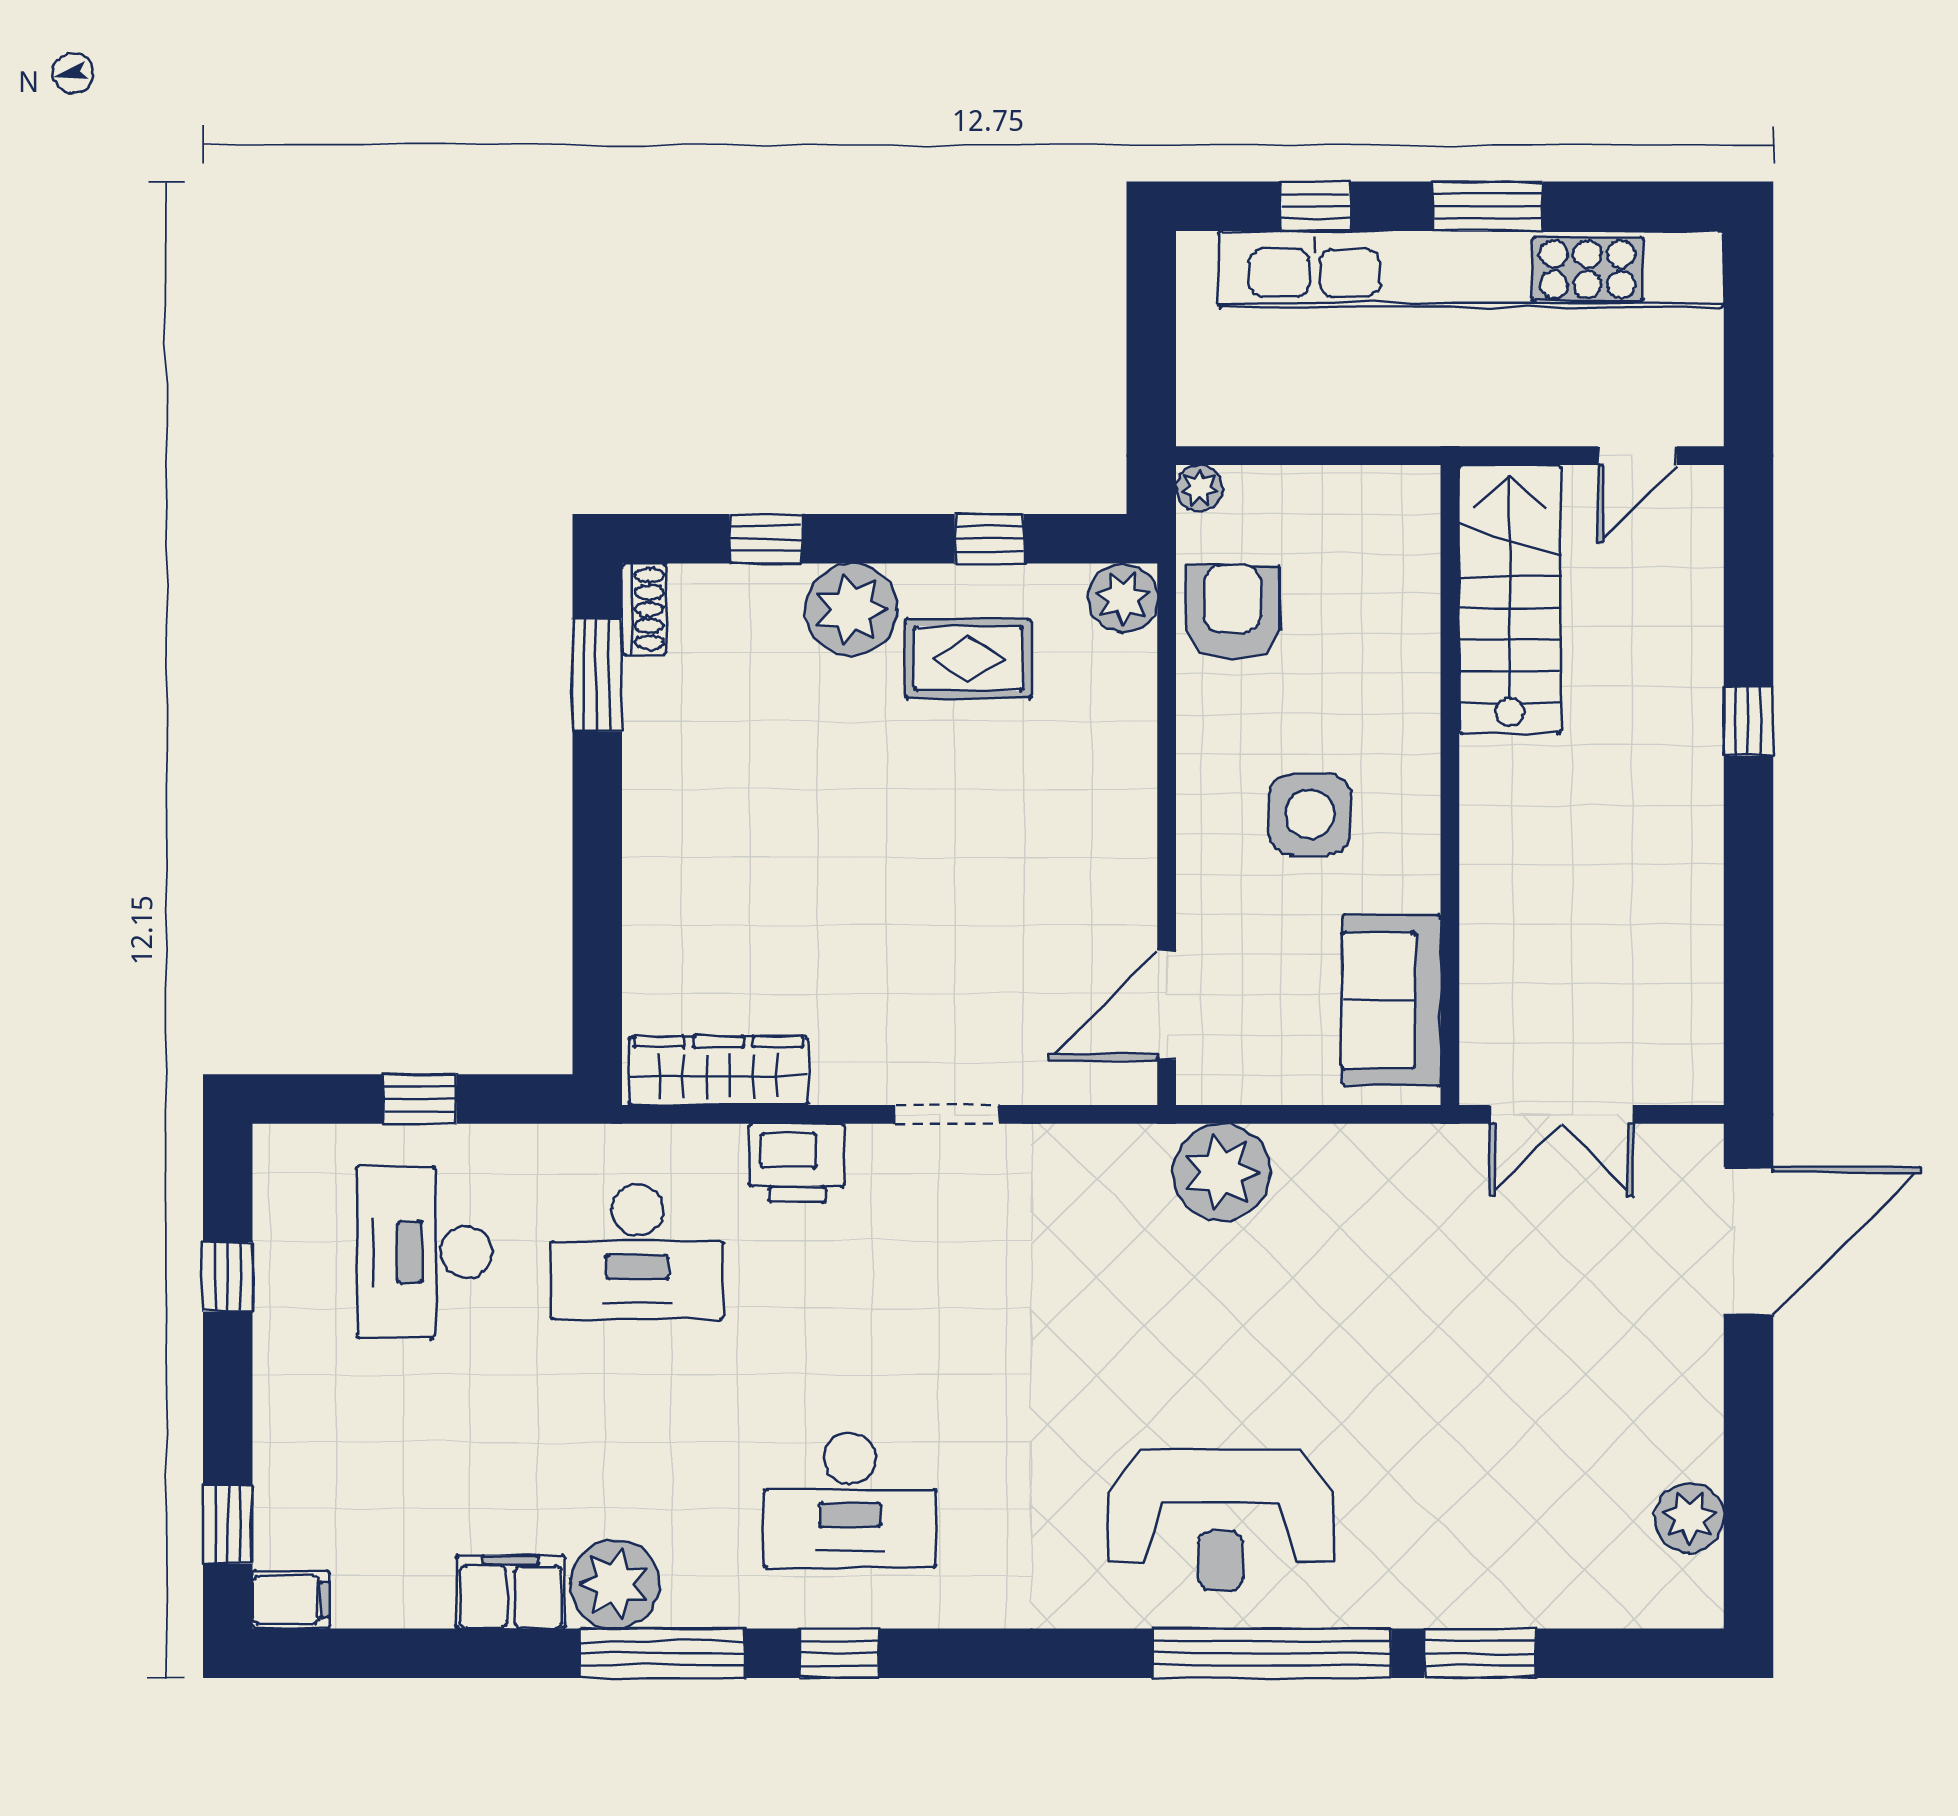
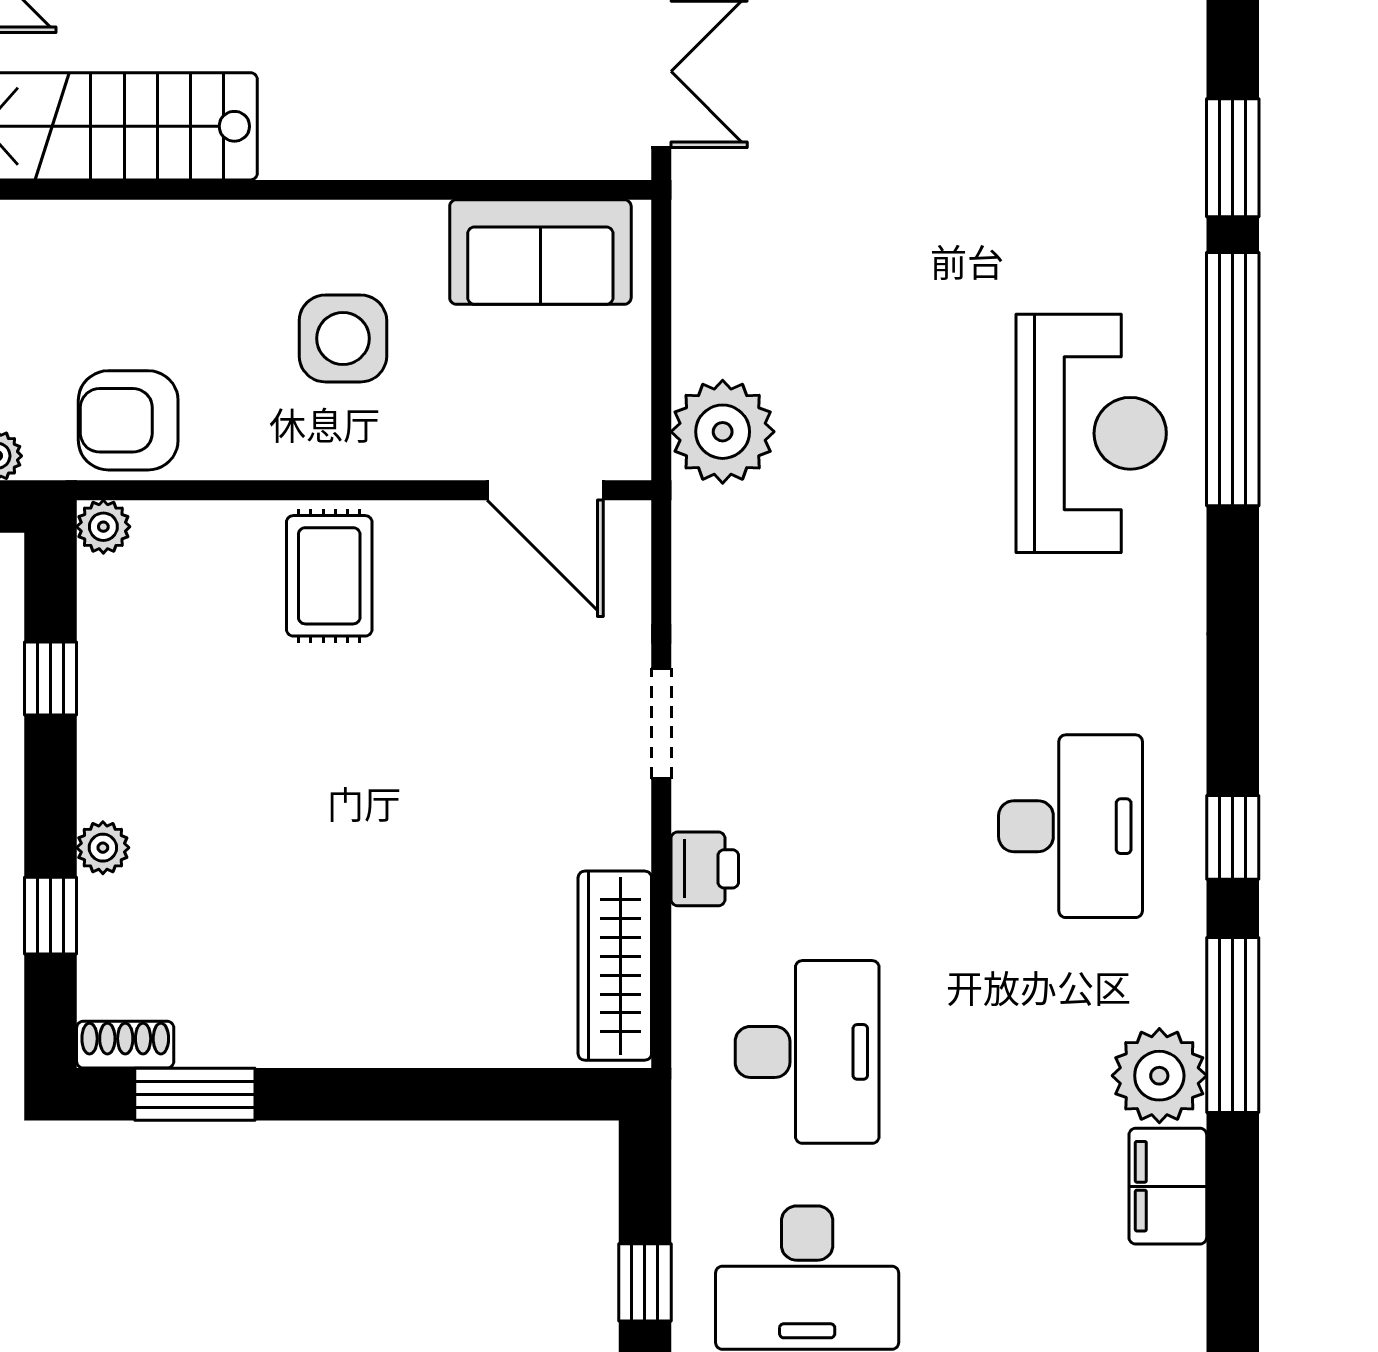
plant: (1123, 598) -> (103, 527), width x0.73, depth x0.73
plant: (851, 610) -> (103, 848), width x0.53, depth x0.53
rug: (968, 659) -> (329, 576), moved
printer: (797, 1163) -> (705, 869), width x0.73, depth x0.81

